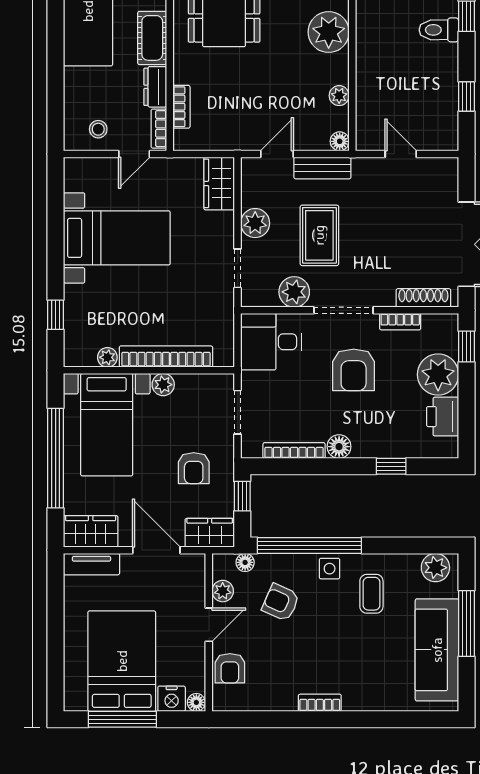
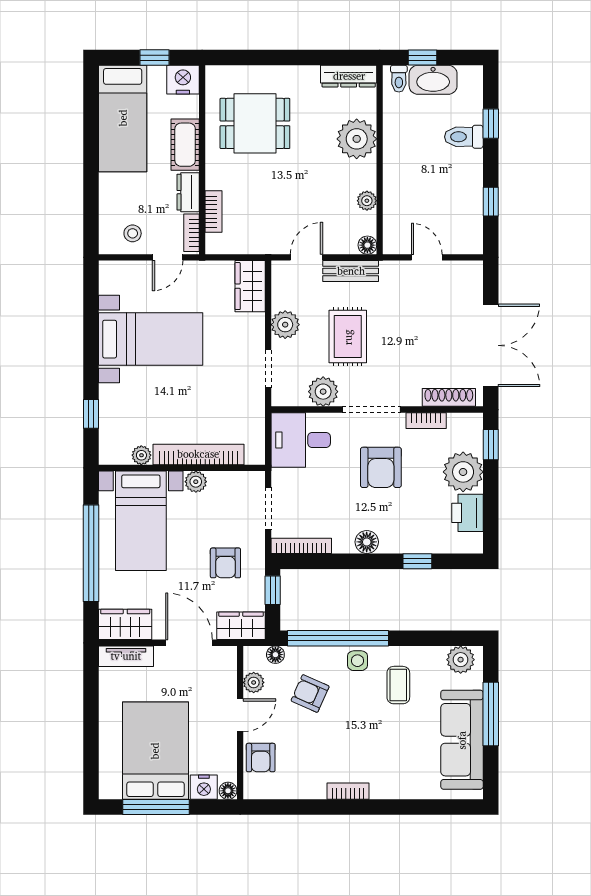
bookcase: (294, 451) -> (301, 546), moved

